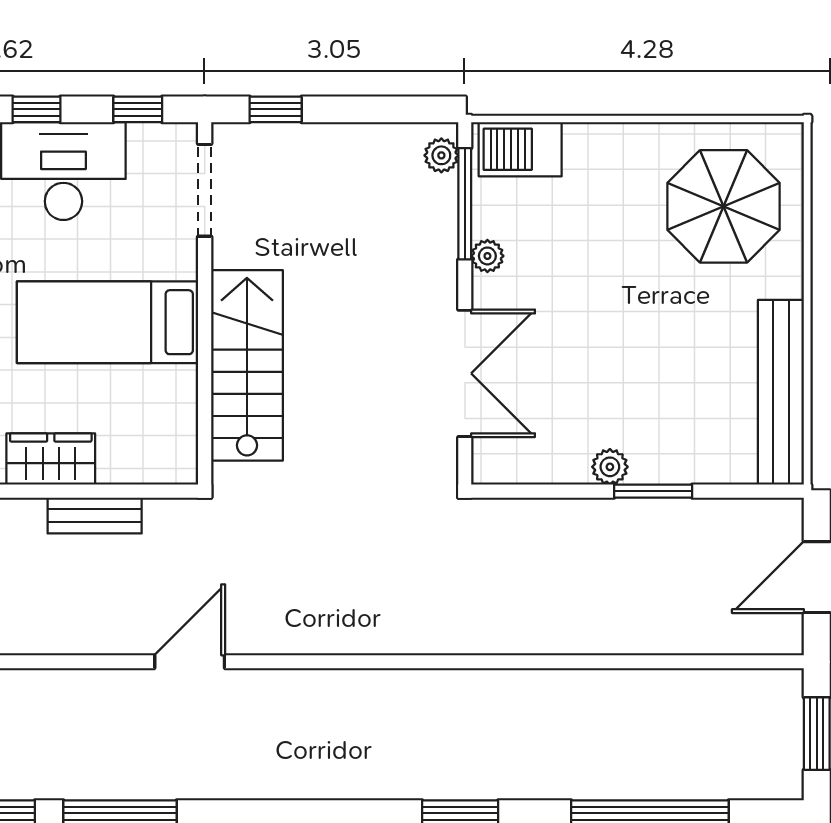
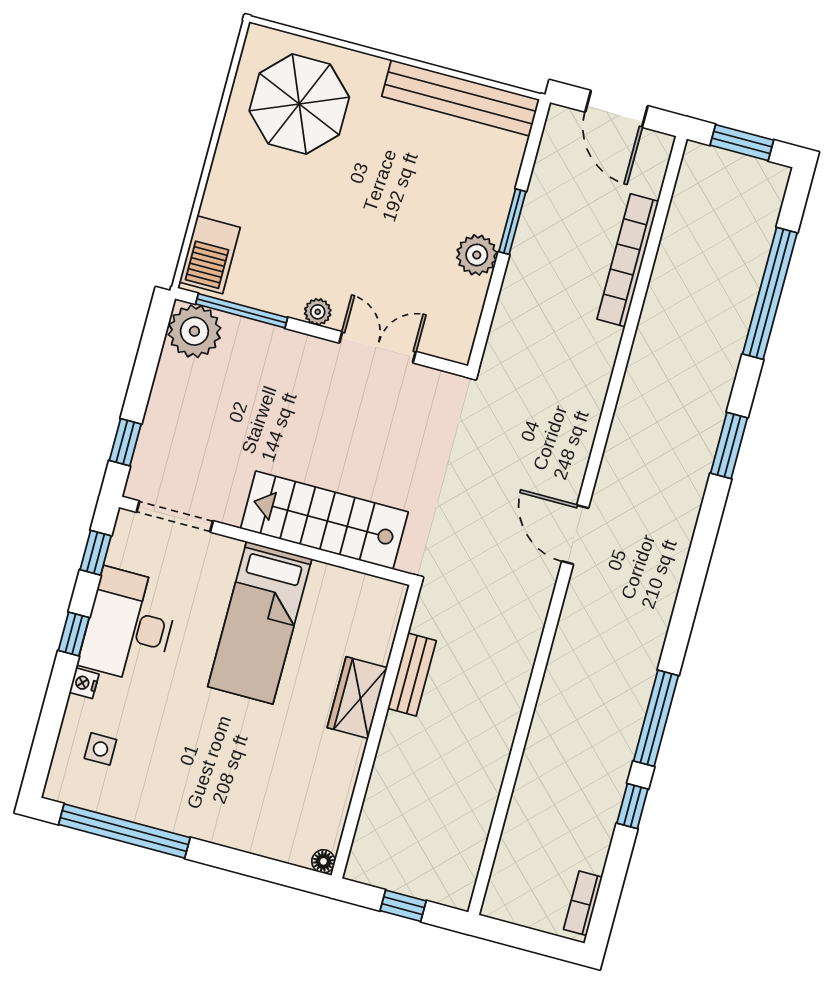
plant: (441, 155) -> (194, 331), width x1.88, depth x1.88
plant: (487, 256) -> (318, 312), moved
double door: (465, 373) -> (378, 347), width x0.73
plant: (610, 467) -> (477, 255), width x1.38, depth x1.38
bookcase: (644, 638) -> (628, 260), added
door: (190, 662) -> (575, 535), moved

